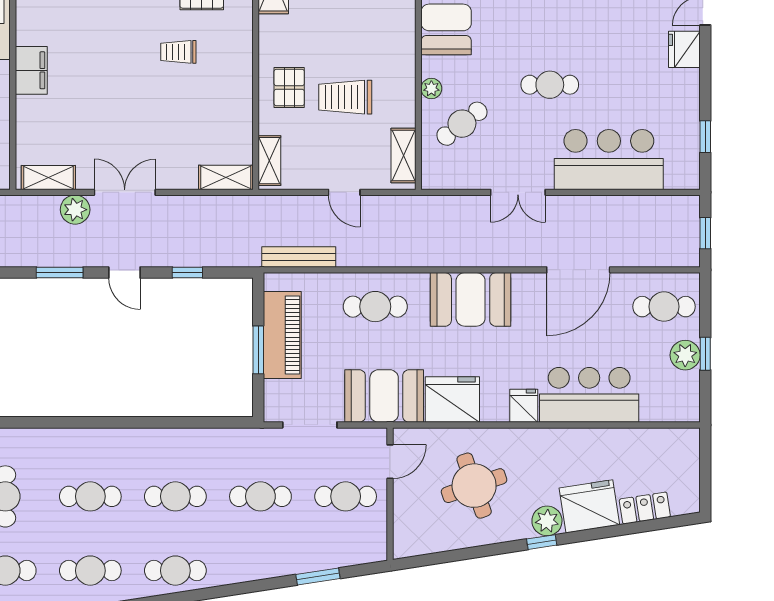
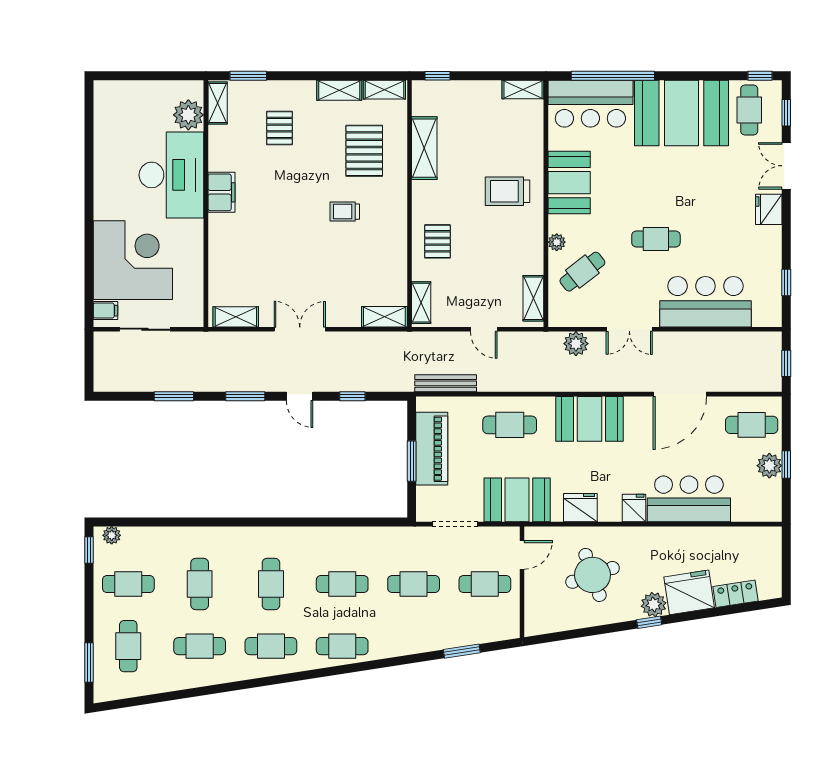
filing cabinet: (31, 70) -> (221, 192), moved
trolley: (345, 97) -> (507, 191), moved
plant: (75, 210) -> (576, 344), moved
fridge: (452, 399) -> (580, 508), width x0.73, depth x0.75
cafe table: (90, 496) -> (271, 584), turned 90

